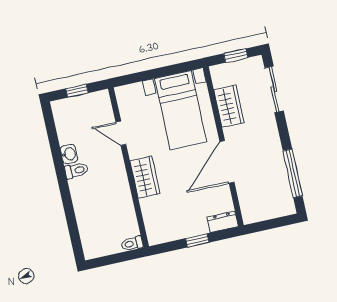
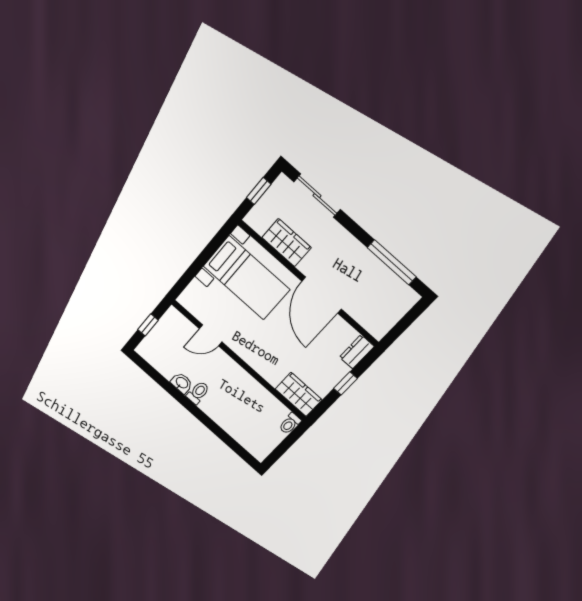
wardrobe: (145, 177) -> (299, 394), moved

